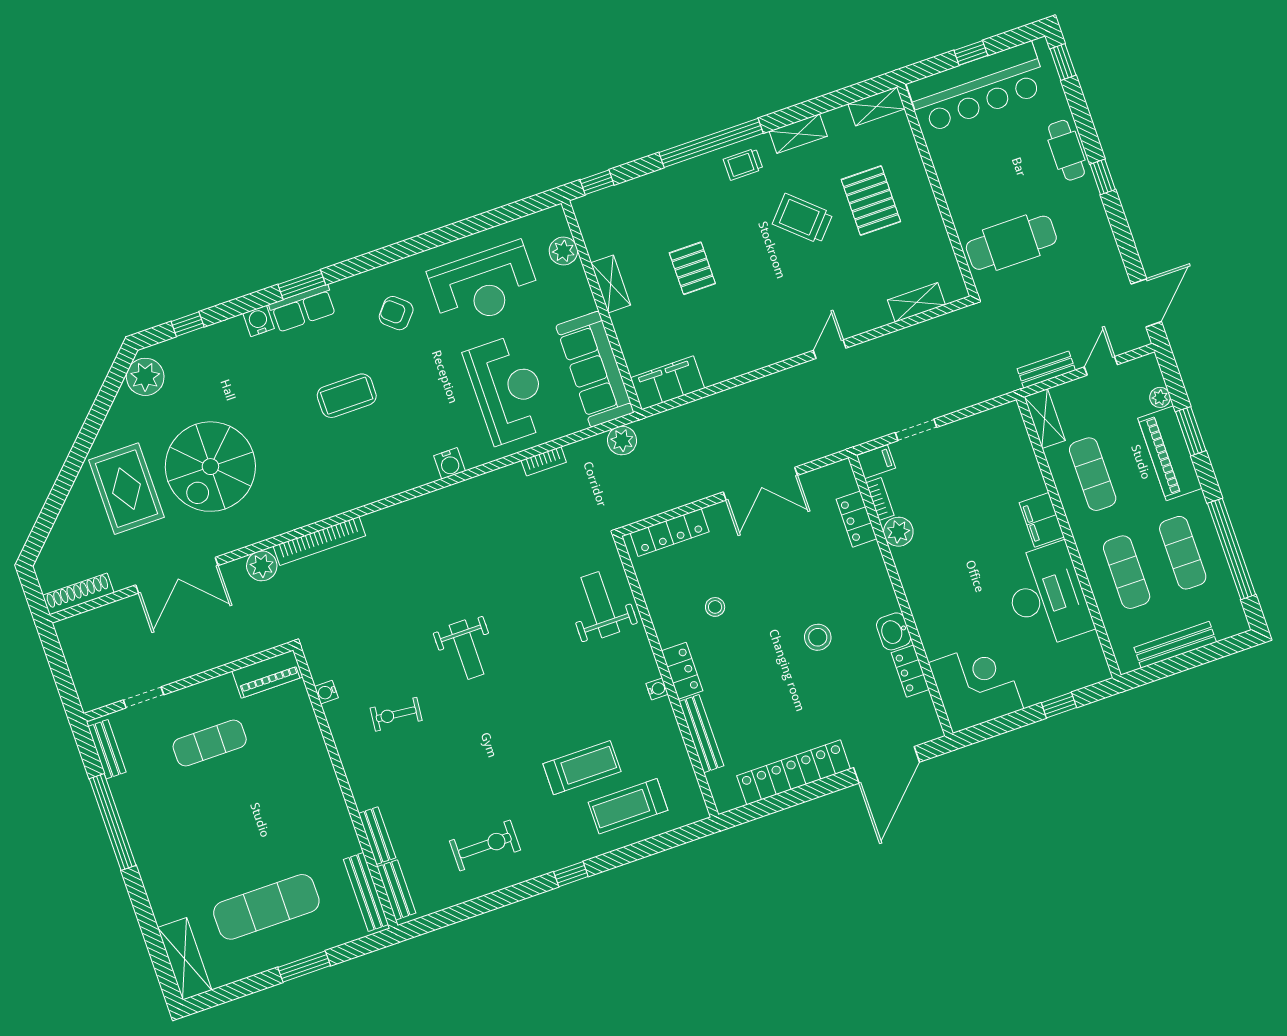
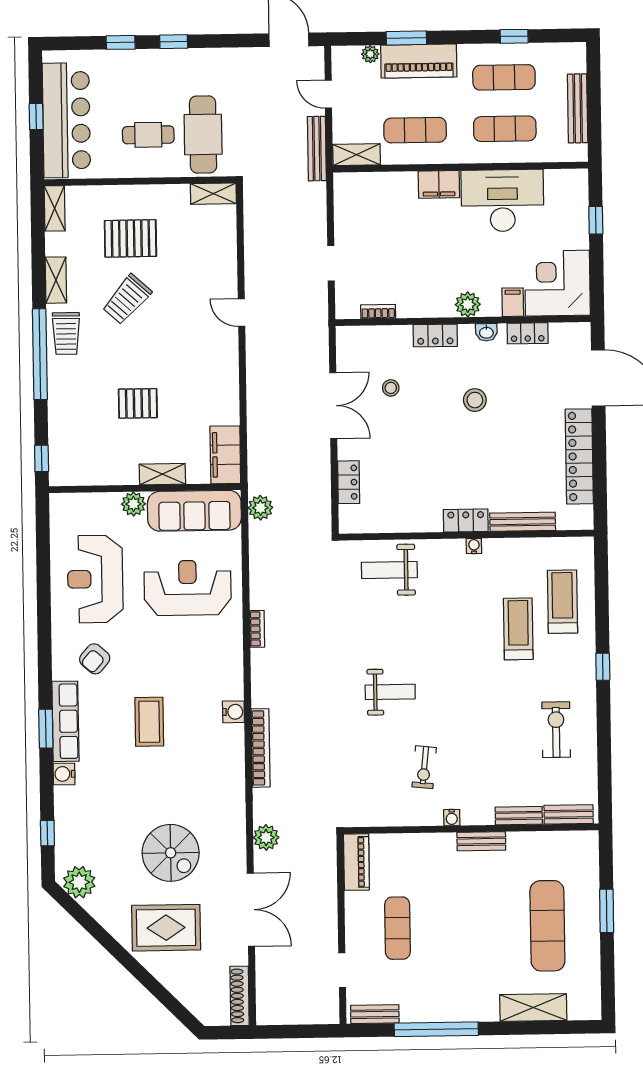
window: (1063, 62) -> (121, 42), moved
cafe table: (1066, 150) -> (148, 135), moved
trolley: (743, 164) -> (66, 334), width x1.36, depth x1.39
plant: (563, 251) -> (134, 504), moved
shelving: (611, 284) -> (162, 474), moved
reception desk: (484, 285) -> (95, 579), turned 180
shelving: (916, 302) -> (213, 194), moved, turned 90
row of seats: (303, 308) -> (65, 721), width x1.48
bench: (1046, 370) -> (317, 149), width x1.36
bookcase: (544, 461) -> (257, 629), moved
filing cabinet: (876, 462) -> (513, 302), moved
water cooler: (449, 463) -> (233, 712), moved
spiral stairs: (210, 467) -> (171, 853), width x0.73, depth x0.73
locker: (857, 519) -> (435, 336), moved
locker: (670, 532) -> (349, 482), width x0.66
plant: (898, 532) -> (468, 304), moved
bookcase: (319, 541) -> (261, 748), moved
window: (1232, 549) -> (514, 36), width x0.32
stool: (715, 607) -> (391, 388), moved
washbasin: (894, 631) -> (486, 332), width x0.72, depth x0.69
water cooler: (326, 692) -> (452, 818), moved
treadmill: (628, 806) -> (562, 602), turned 180
bench: (366, 892) -> (481, 841), moved, width x0.73
shelving: (185, 959) -> (533, 1008), moved

